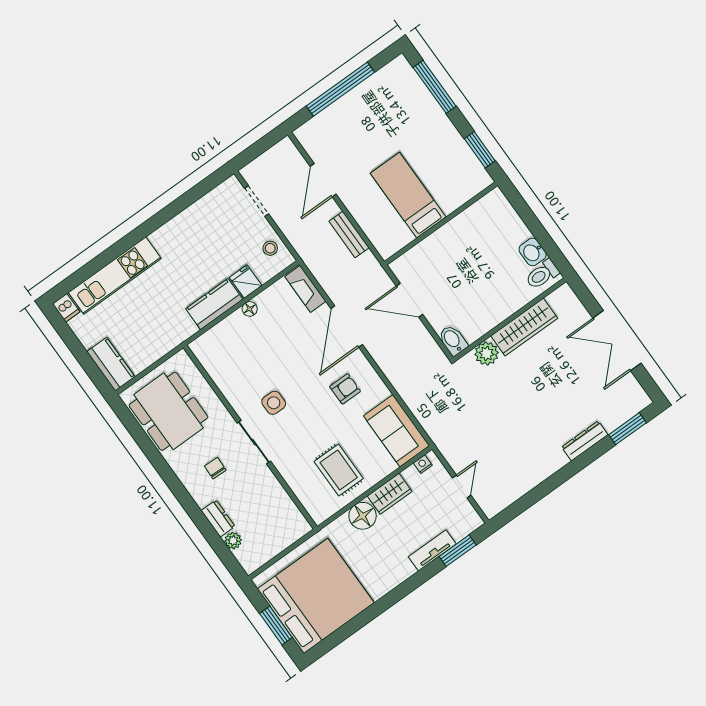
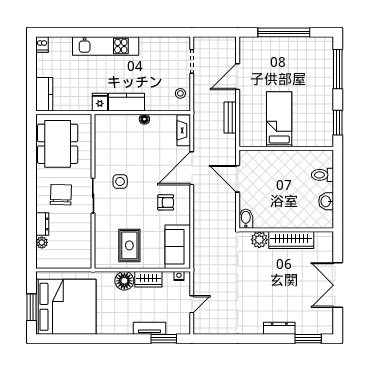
toilet: (542, 274) -> (323, 175), moved
kitchen unit: (115, 276) -> (106, 46), moved
fridge: (246, 282) -> (100, 102), moved
chair: (215, 468) -> (61, 195), width x1.87, depth x1.87

